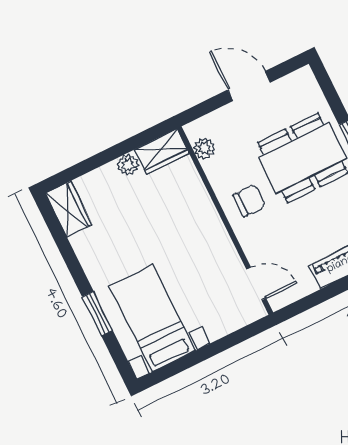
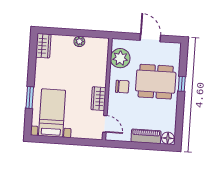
plant: (204, 148) -> (120, 58), width x1.88, depth x1.88
wardrobe: (162, 151) -> (98, 99), moved, turned 90

